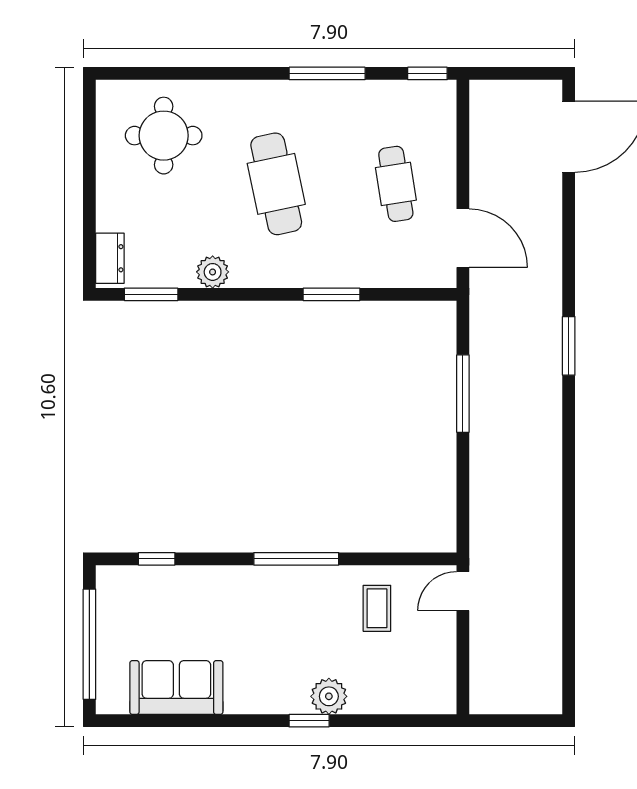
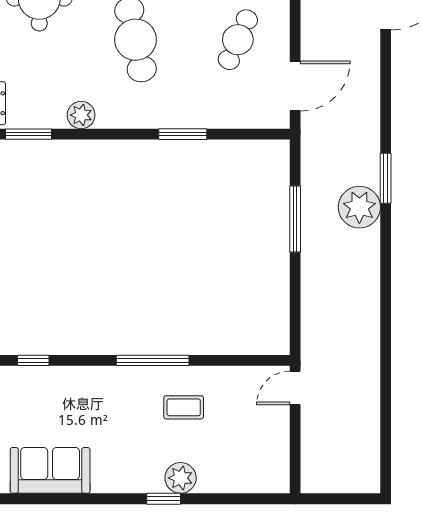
cafe table: (396, 184) -> (238, 40), turned 33
door: (463, 238) -> (295, 86), hinge flipped
plant: (538, 380) -> (359, 207), added
coffee table: (377, 608) -> (184, 407), moved, turned 90

